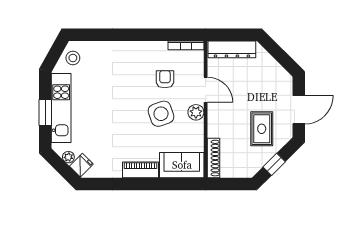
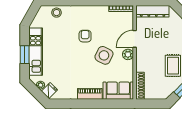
stool: (73, 58) -> (57, 13), moved
armchair: (165, 79) -> (85, 36), moved
door: (206, 90) -> (135, 39), swing flipped
side table: (161, 114) -> (104, 55), turned 45

